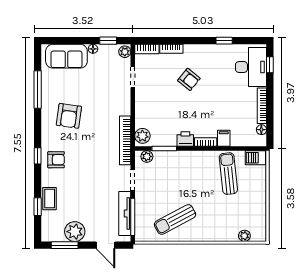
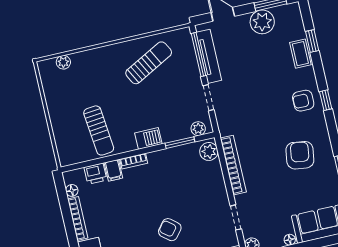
printer: (185, 139) -> (95, 174), moved
bookcase: (125, 140) -> (233, 165), moved
barbecue: (255, 158) -> (148, 138), moved

